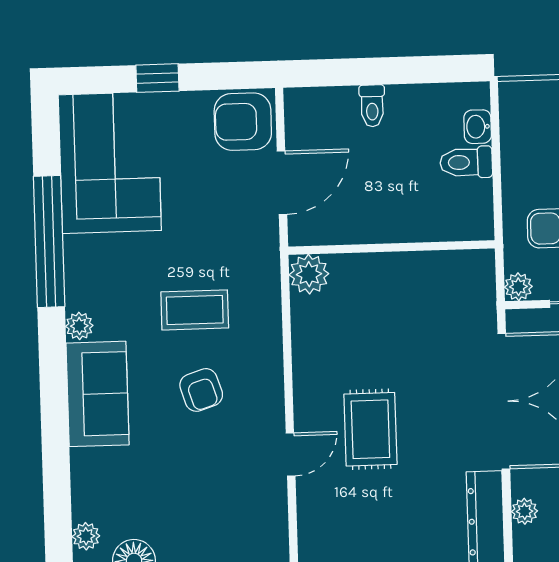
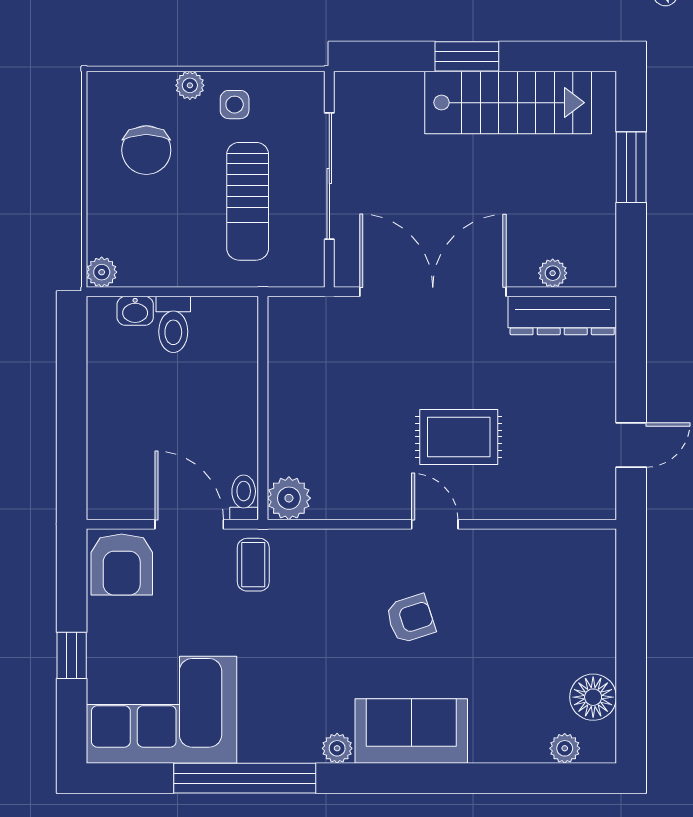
toilet: (372, 106) -> (244, 497), moved, turned -90
plant: (518, 287) -> (102, 272), moved
coffee table: (195, 310) -> (253, 565), moved, width x0.73, depth x0.77
door: (291, 454) -> (435, 524), moved

